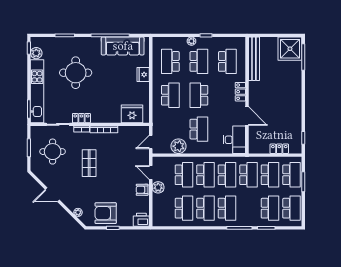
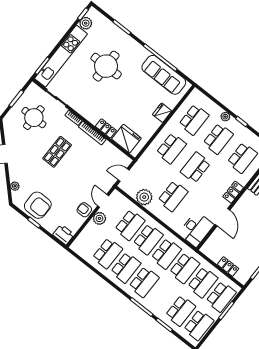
school desk: (170, 61) -> (194, 120), turned 180
locker: (81, 118) -> (106, 128), moved
armchair: (106, 213) -> (38, 205), turned 180

